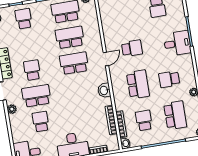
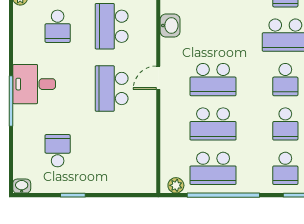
school desk: (28, 44) -> (285, 124), added
school desk: (132, 48) -> (112, 88), width x1.85
school desk: (169, 79) -> (58, 26), turned 90

